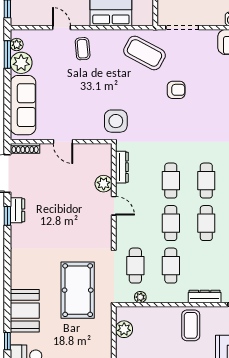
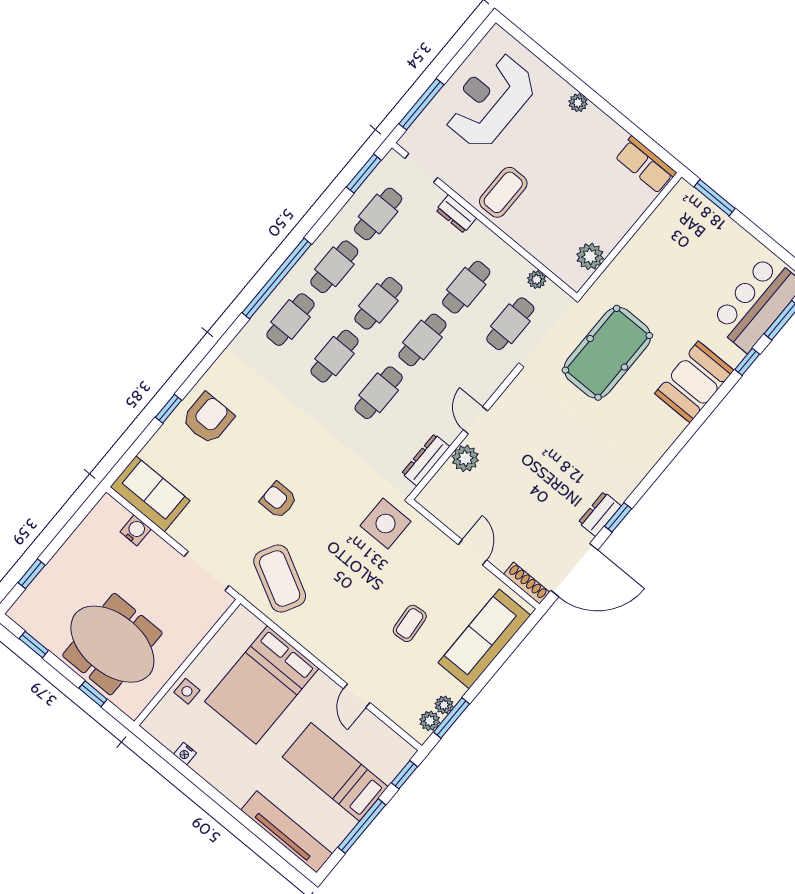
coffee table: (83, 49) -> (410, 623), moved
plant: (21, 63) -> (444, 705), width x0.53, depth x0.53
dresser: (205, 296) -> (456, 214), width x0.70

